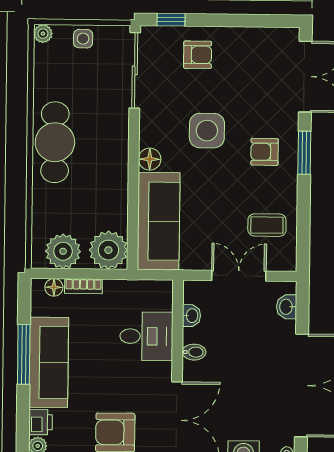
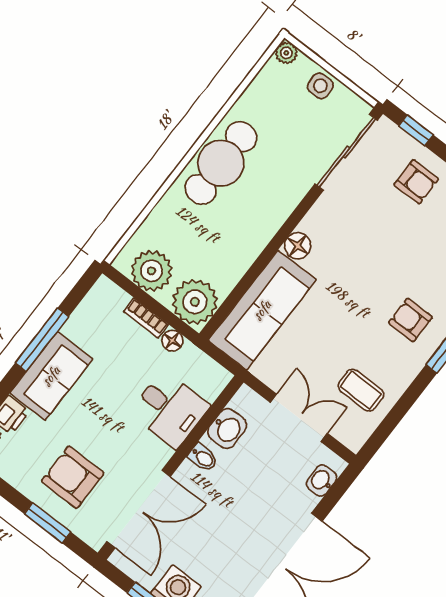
side table: (207, 131) -> (371, 259), removed
floor lamp: (54, 287) -> (172, 341), moved
washbasin: (192, 316) -> (227, 429), width x1.38, depth x1.45
sofa: (49, 362) -> (51, 376), width x0.73

